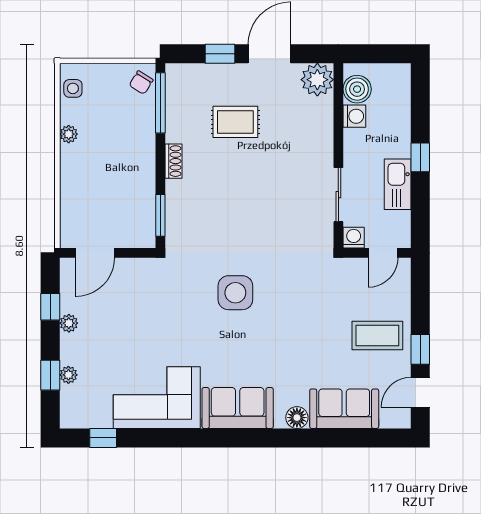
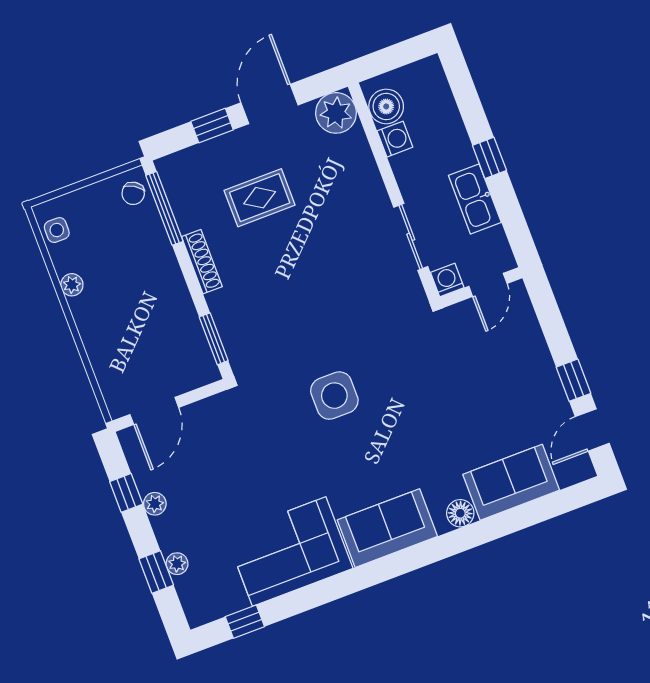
shoe rack: (173, 161) -> (202, 262), width x1.43
coffee table: (377, 336) -> (518, 383), removed

